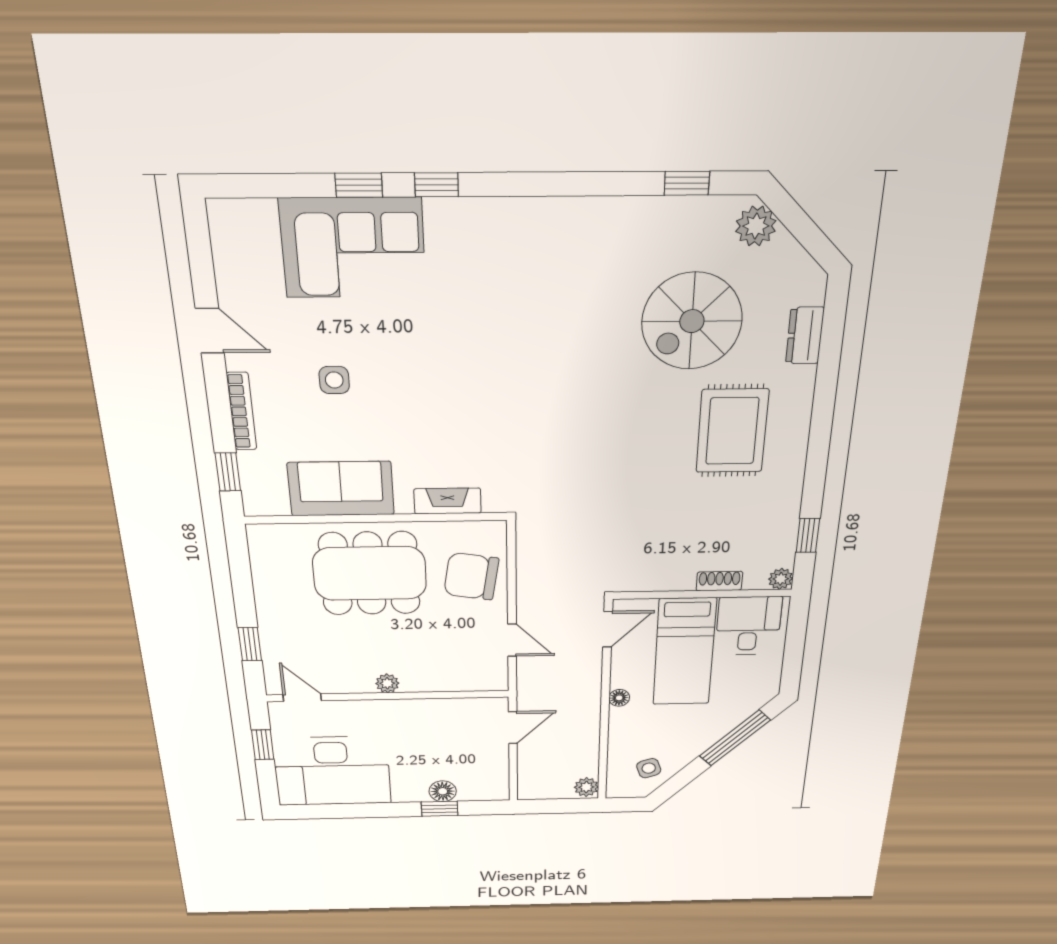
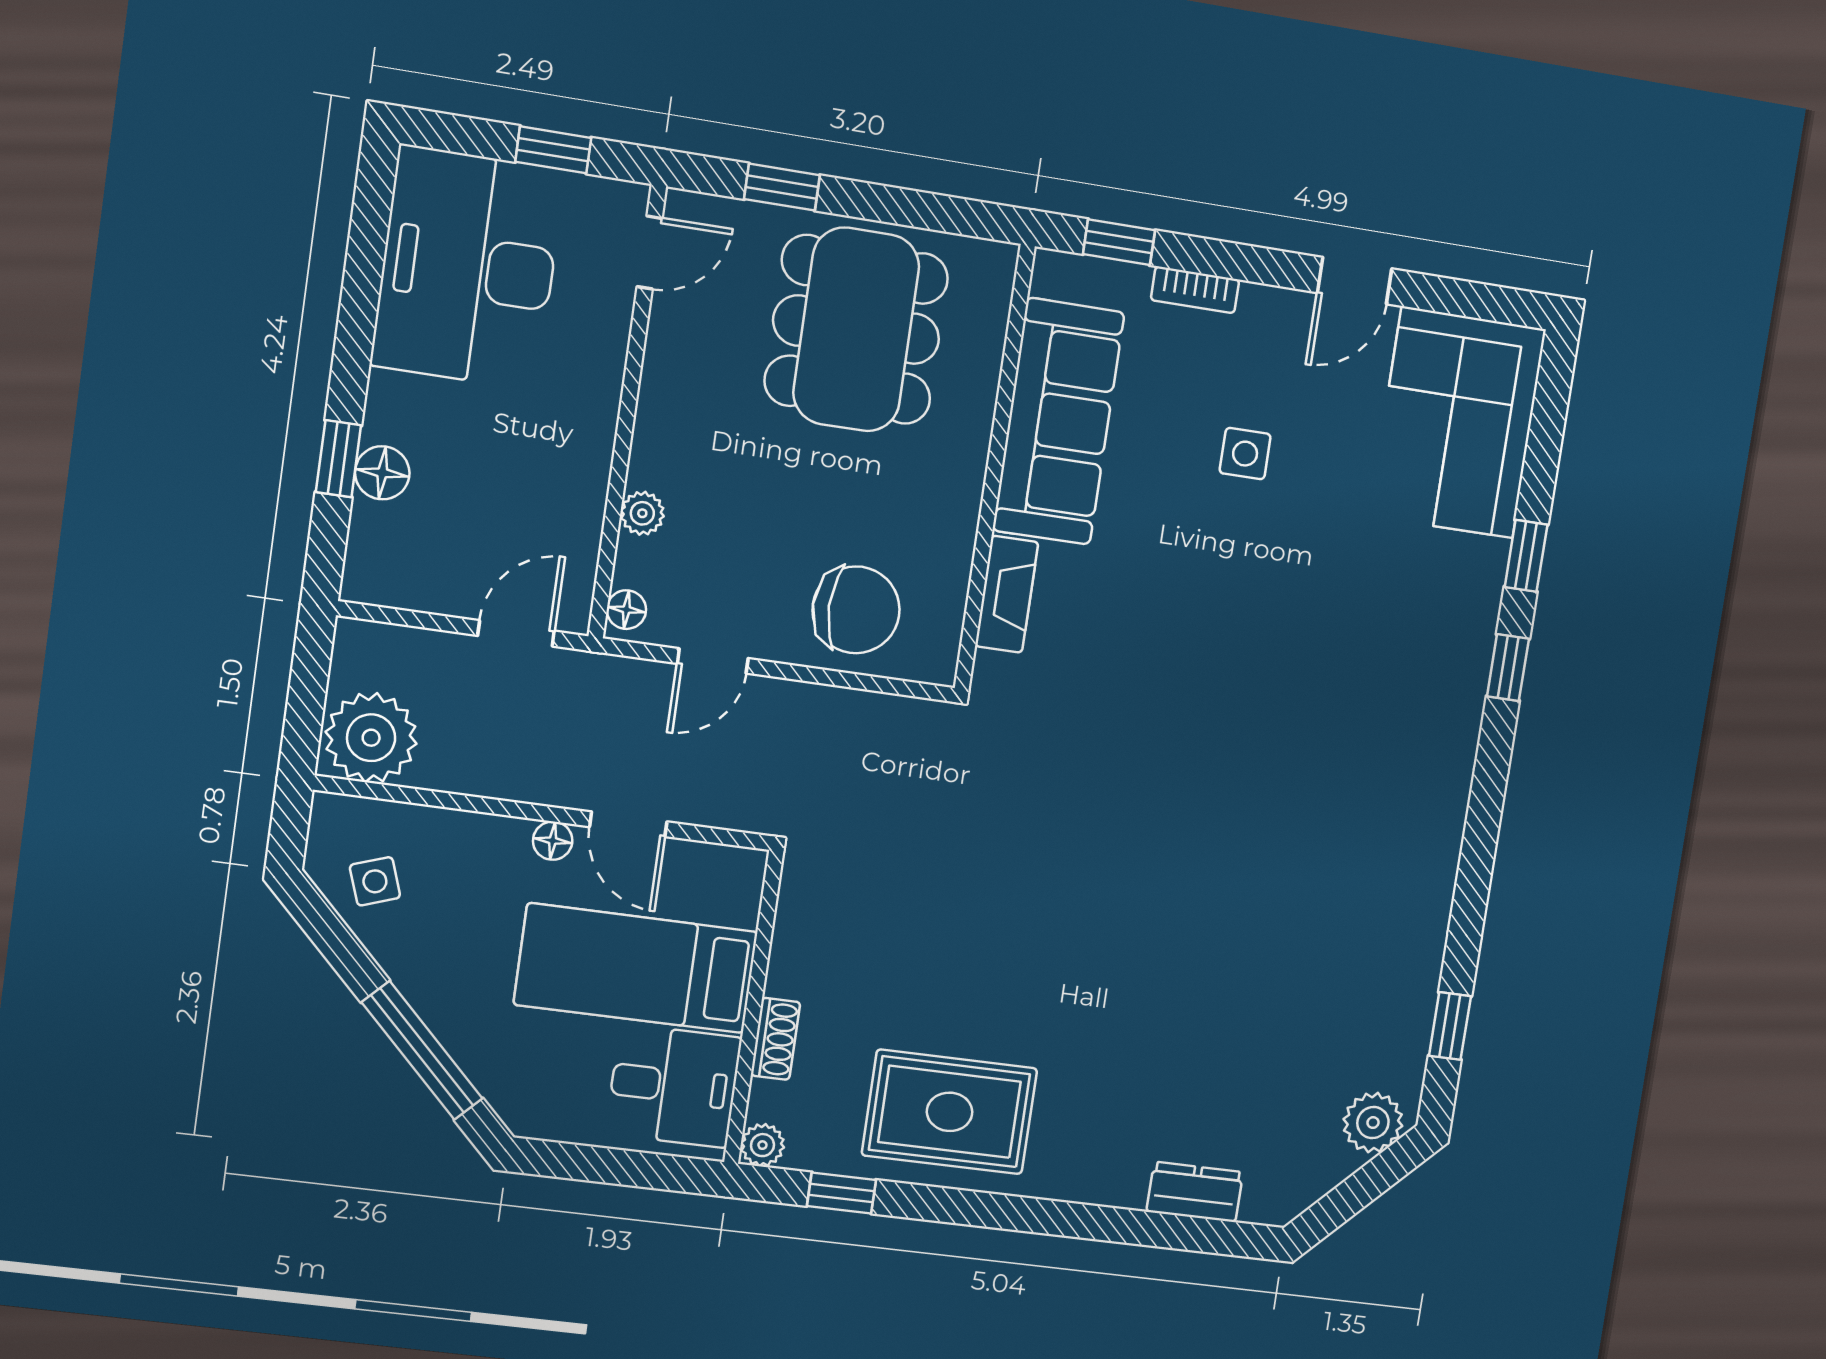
corner sofa: (353, 248) -> (1457, 423), moved
spiral stairs: (692, 321) -> (1246, 1021), removed
bookcase: (242, 411) -> (1195, 290), width x0.64
rug: (732, 431) -> (950, 1112), moved
sofa: (341, 489) -> (1058, 422), width x1.36
dining table: (370, 573) -> (856, 330), moved
chair: (471, 576) -> (856, 610), turned 81
door: (608, 629) -> (628, 824), moved
floor lamp: (492, 682) -> (626, 610), added
plant: (387, 683) -> (642, 513), moved
door: (513, 728) -> (516, 633), swing flipped
plant: (586, 787) -> (371, 738), width x1.88, depth x1.88

